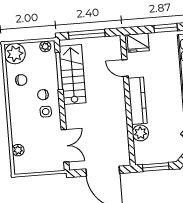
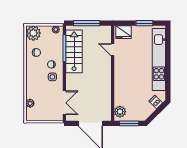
kitchen counter: (138, 101) -> (120, 74), removed
plant: (140, 133) -> (120, 112), moved

